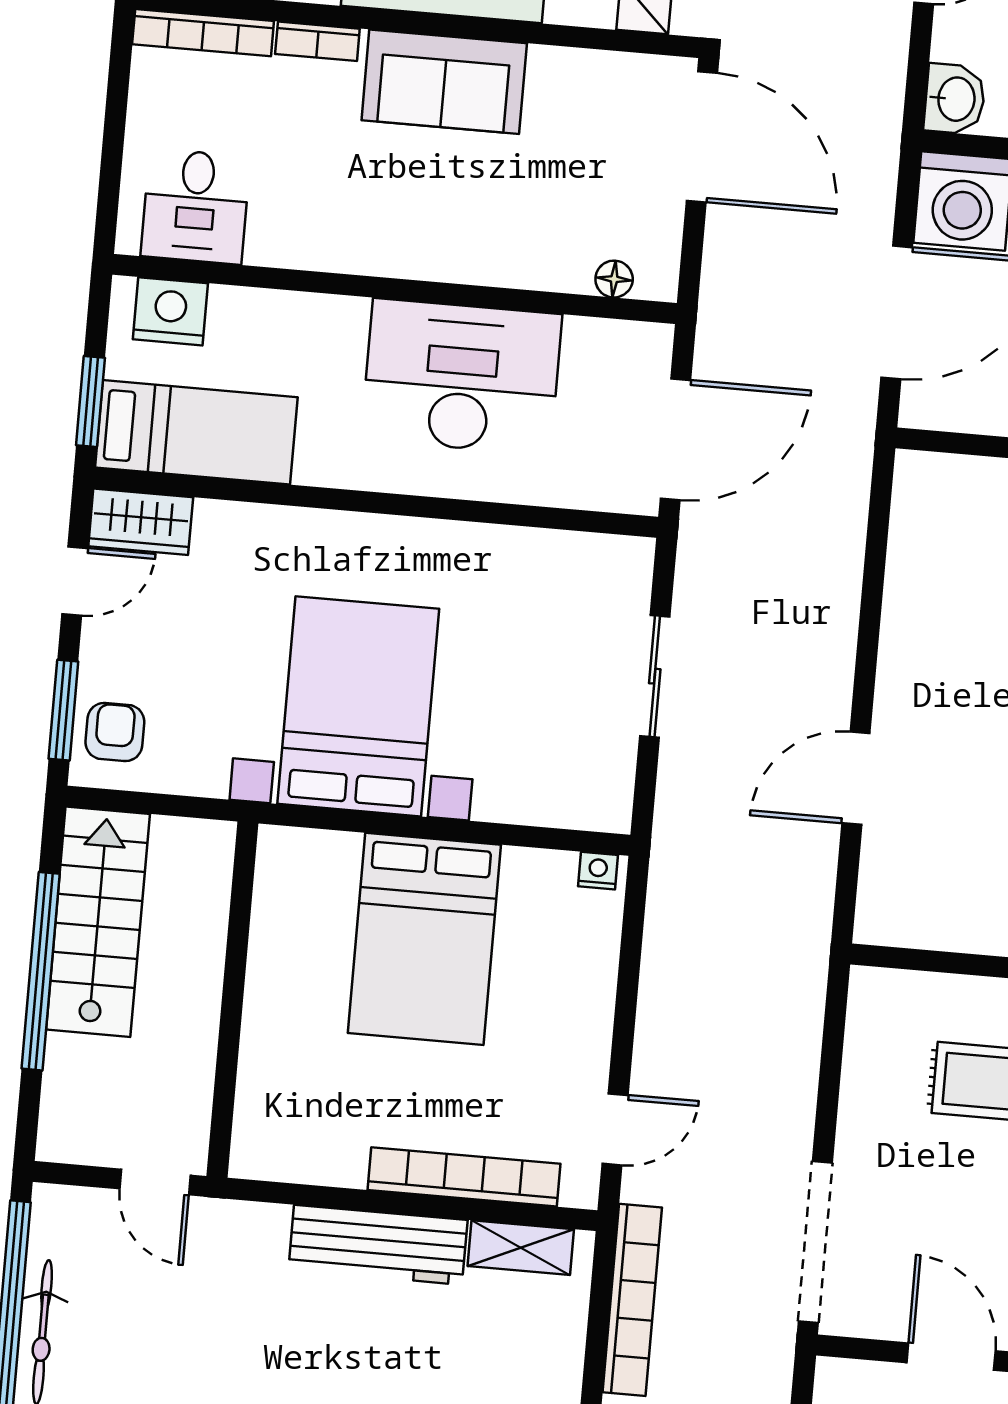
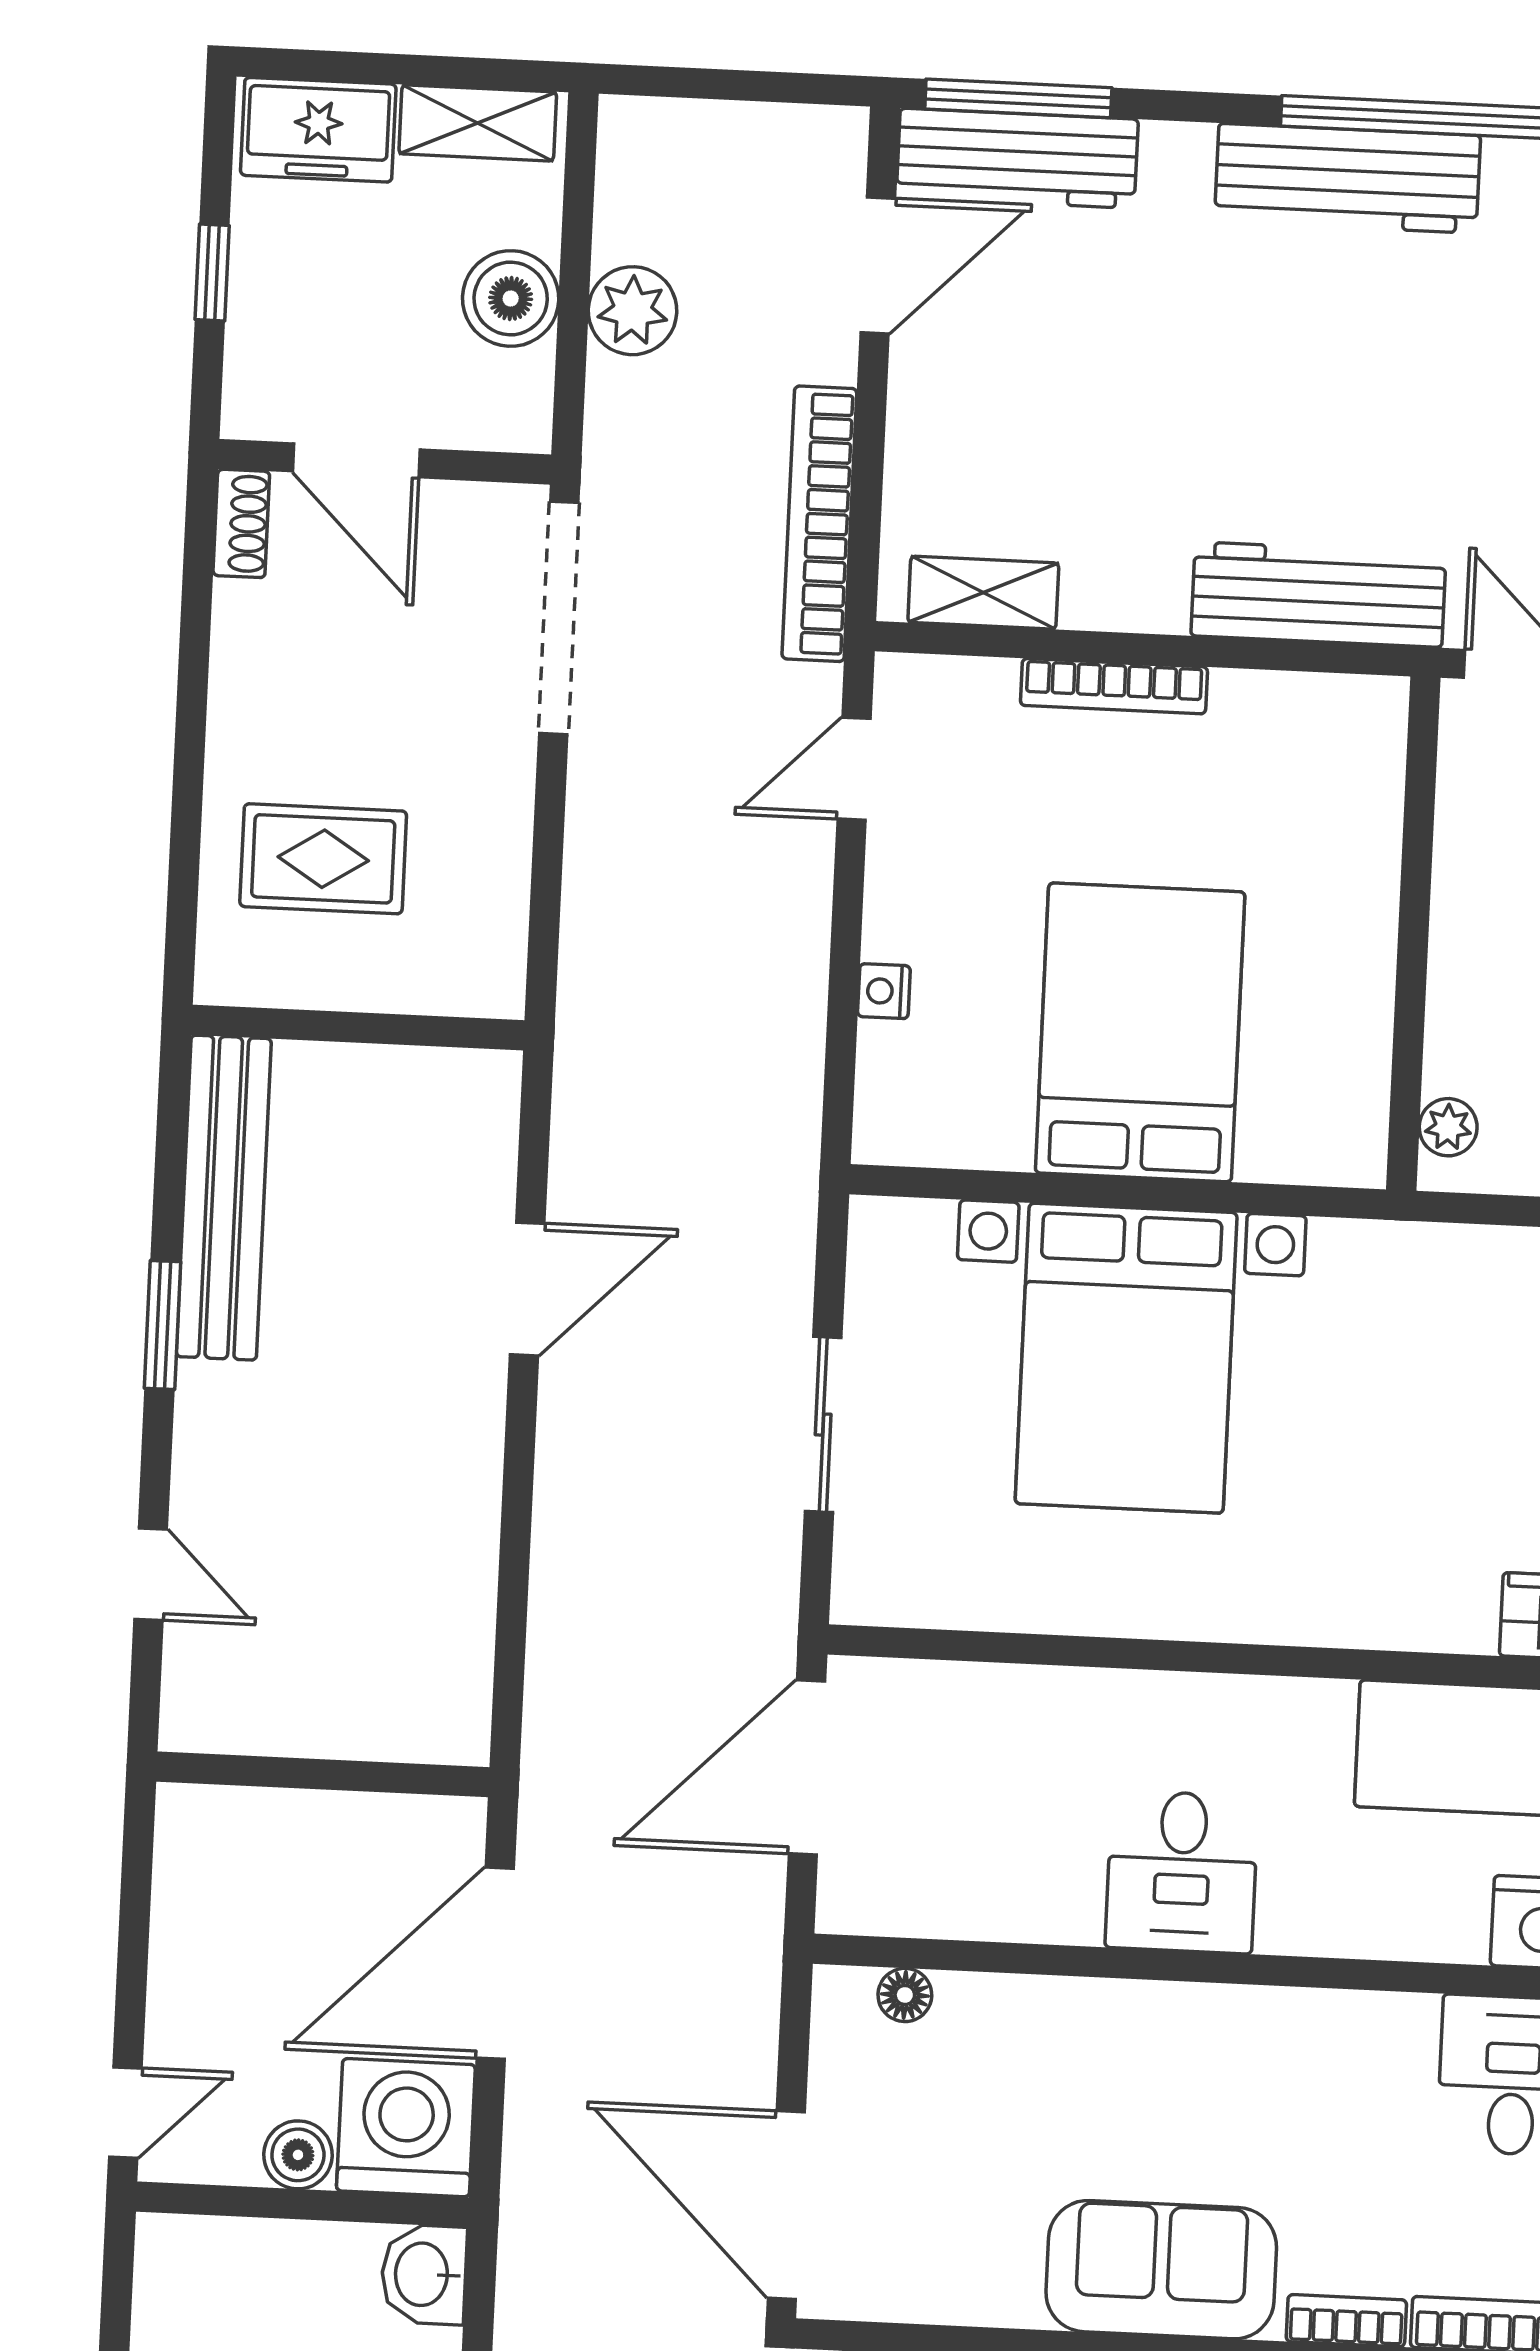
desk: (462, 377) -> (1182, 1872), width x0.53, depth x0.77
bed with nightstands: (358, 706) -> (1126, 1358), moved
plant: (214, 865) -> (1448, 1127), added
nightstand: (598, 871) -> (884, 991), moved, turned 90
bookcase: (464, 1177) -> (1114, 686), width x0.68, depth x0.76
workbench: (378, 1245) -> (1318, 595), moved

